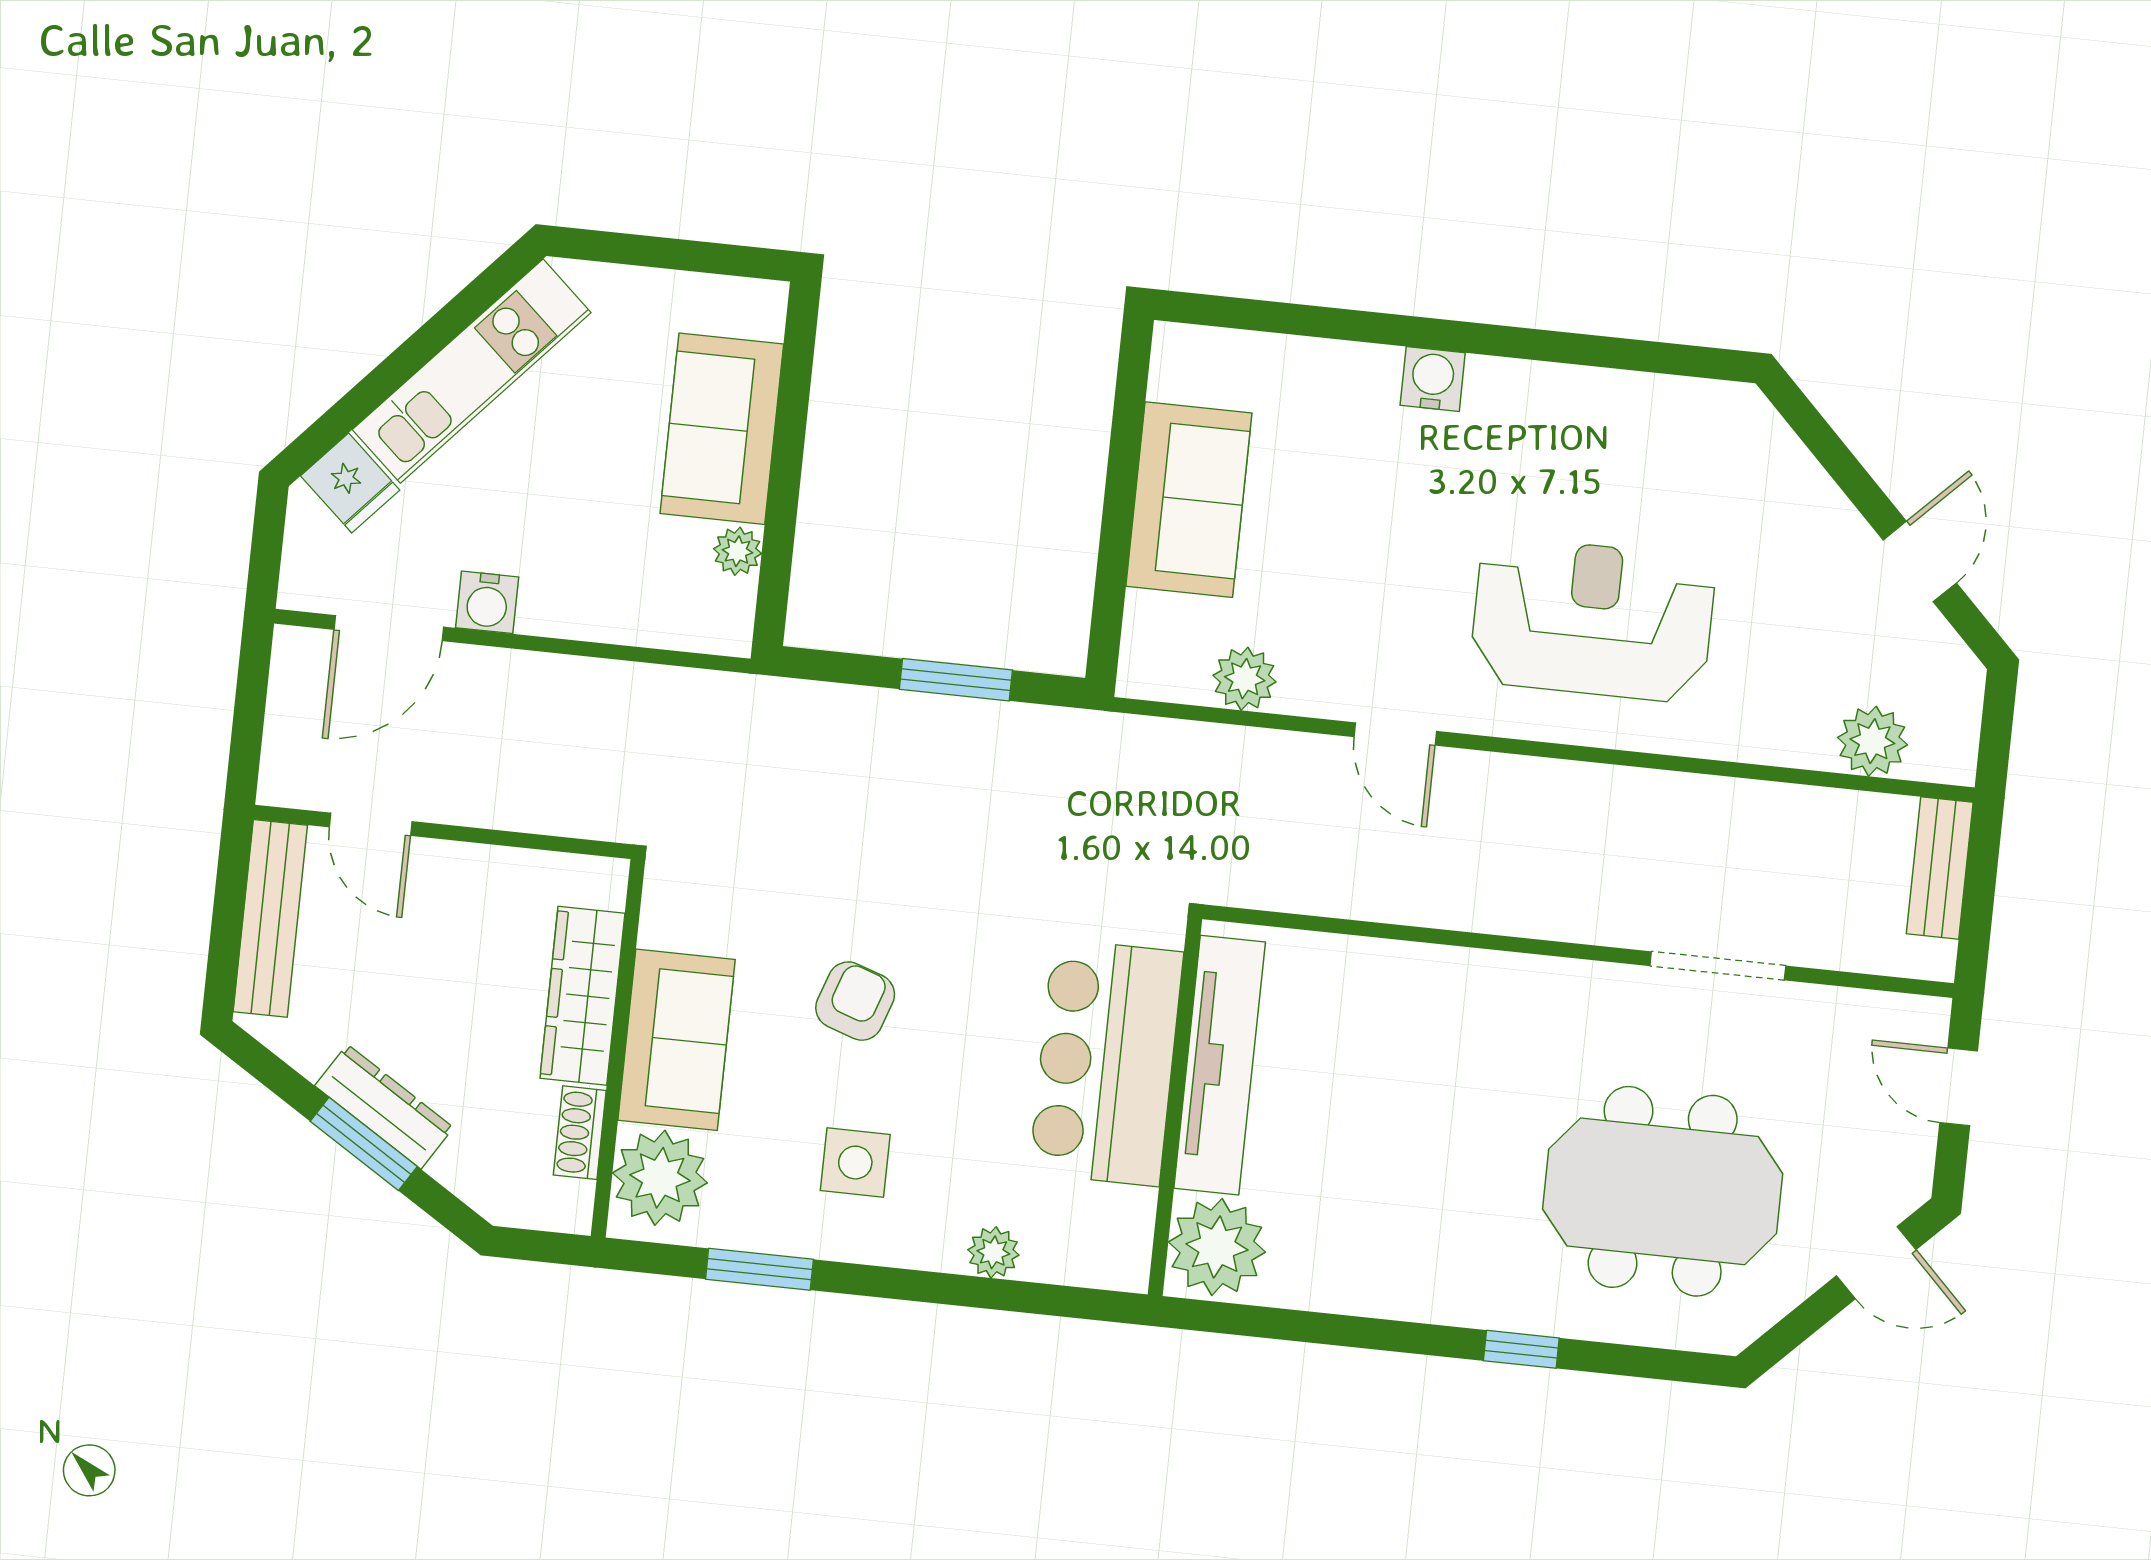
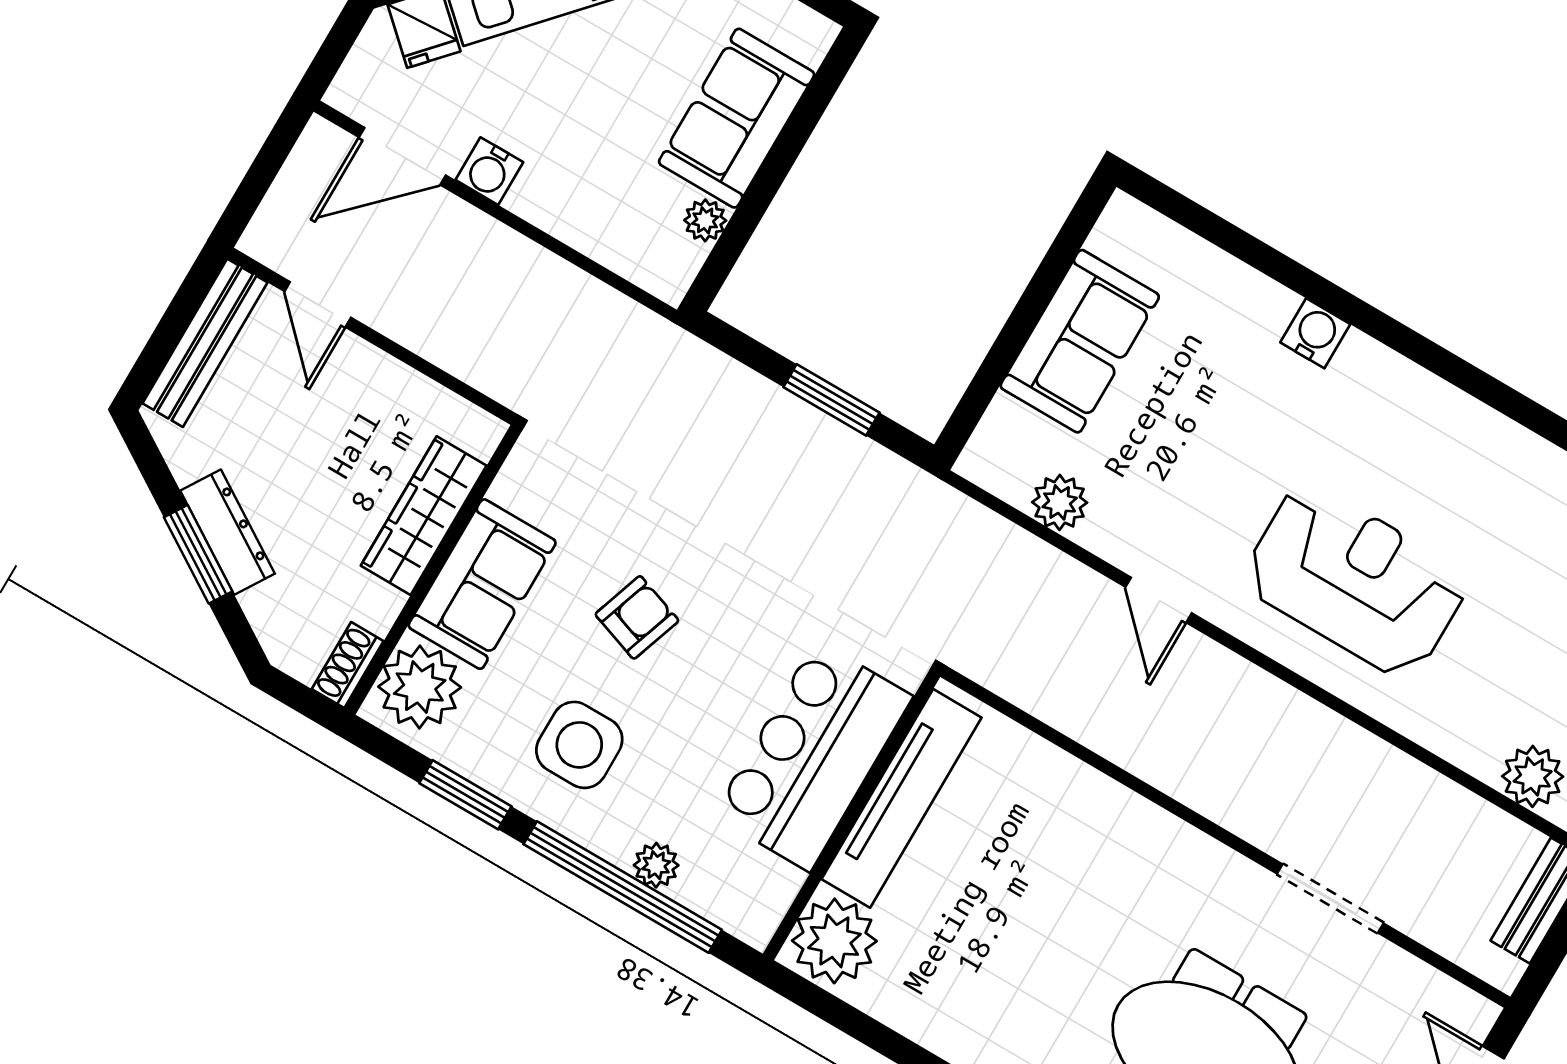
shoe rack: (580, 1133) -> (348, 665), moved
side table: (855, 1163) -> (579, 745), width x1.37, depth x1.37
window: (969, 1291) -> (623, 887), added

